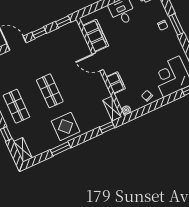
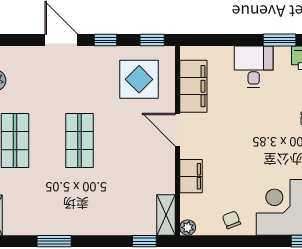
display table: (66, 126) -> (139, 79), moved

